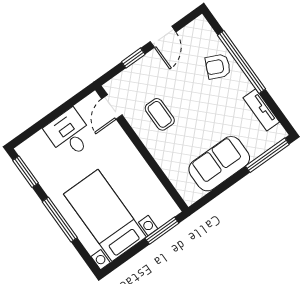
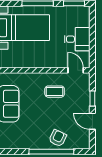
tv unit: (261, 110) -> (20, 144), removed

